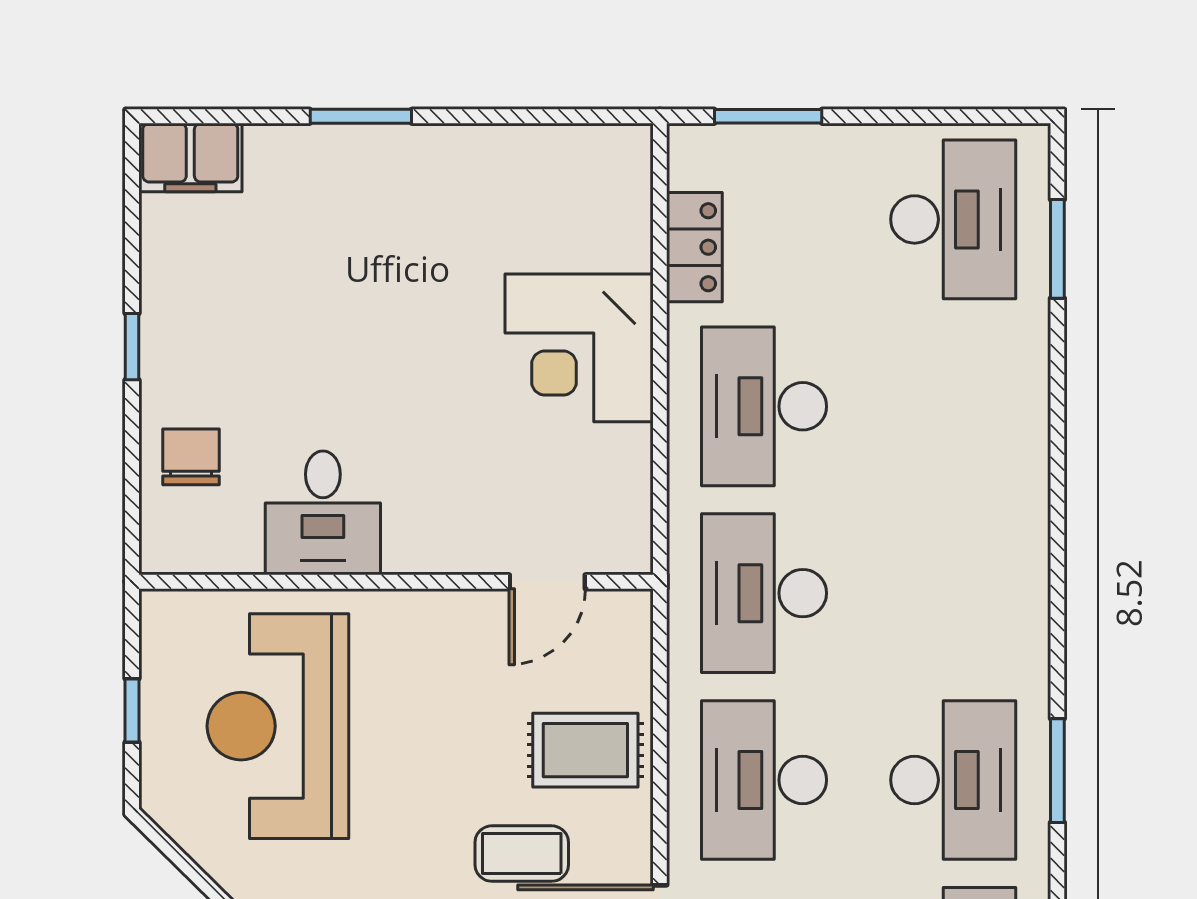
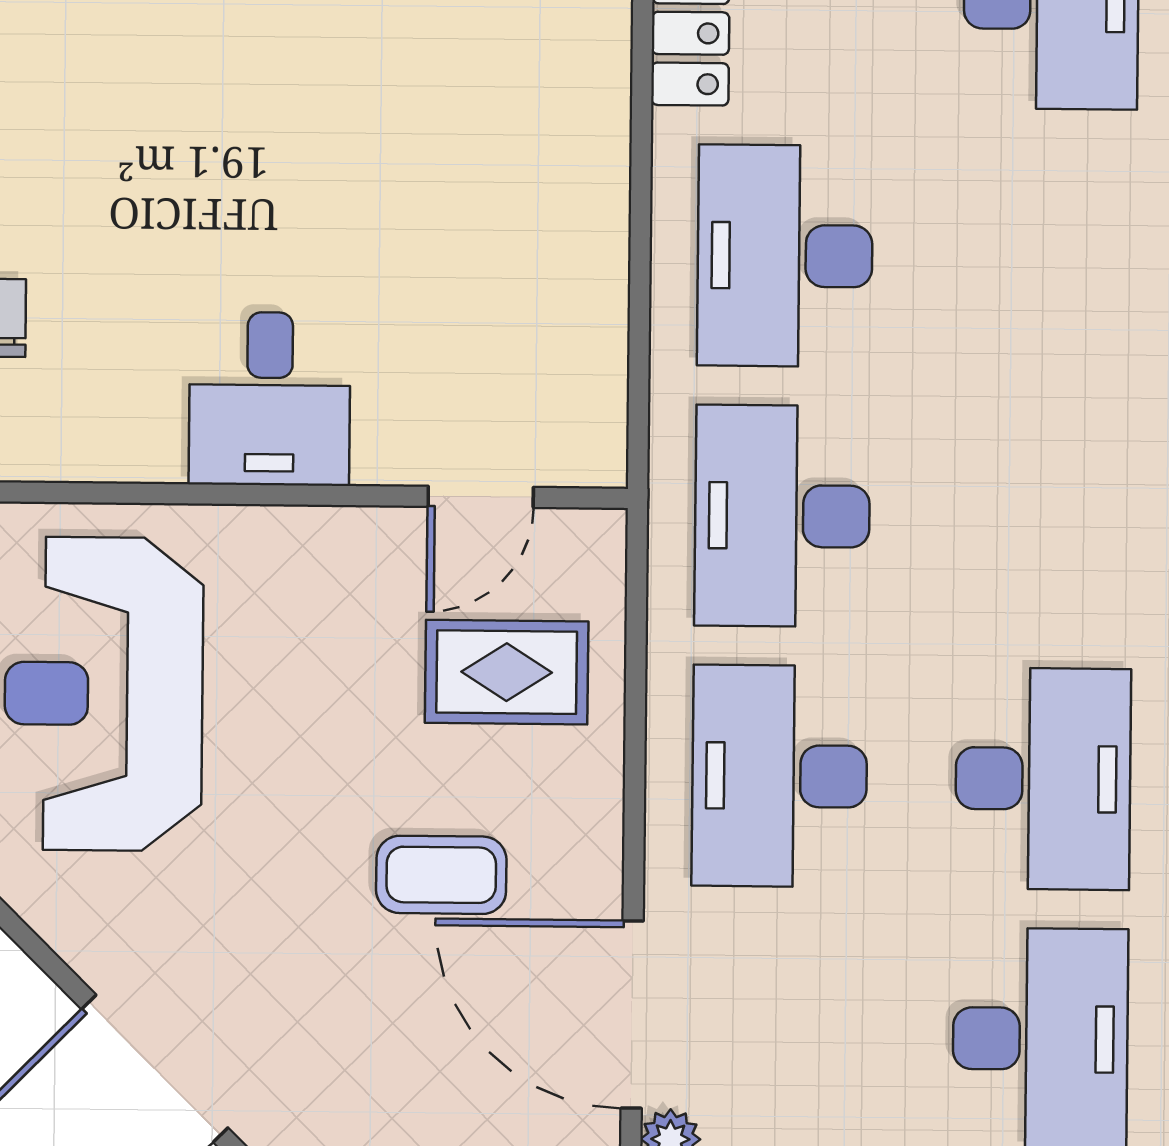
corner desk: (579, 348) -> (529, 172), removed
desk: (323, 513) -> (270, 399), moved
rug: (585, 750) -> (507, 672), moved

